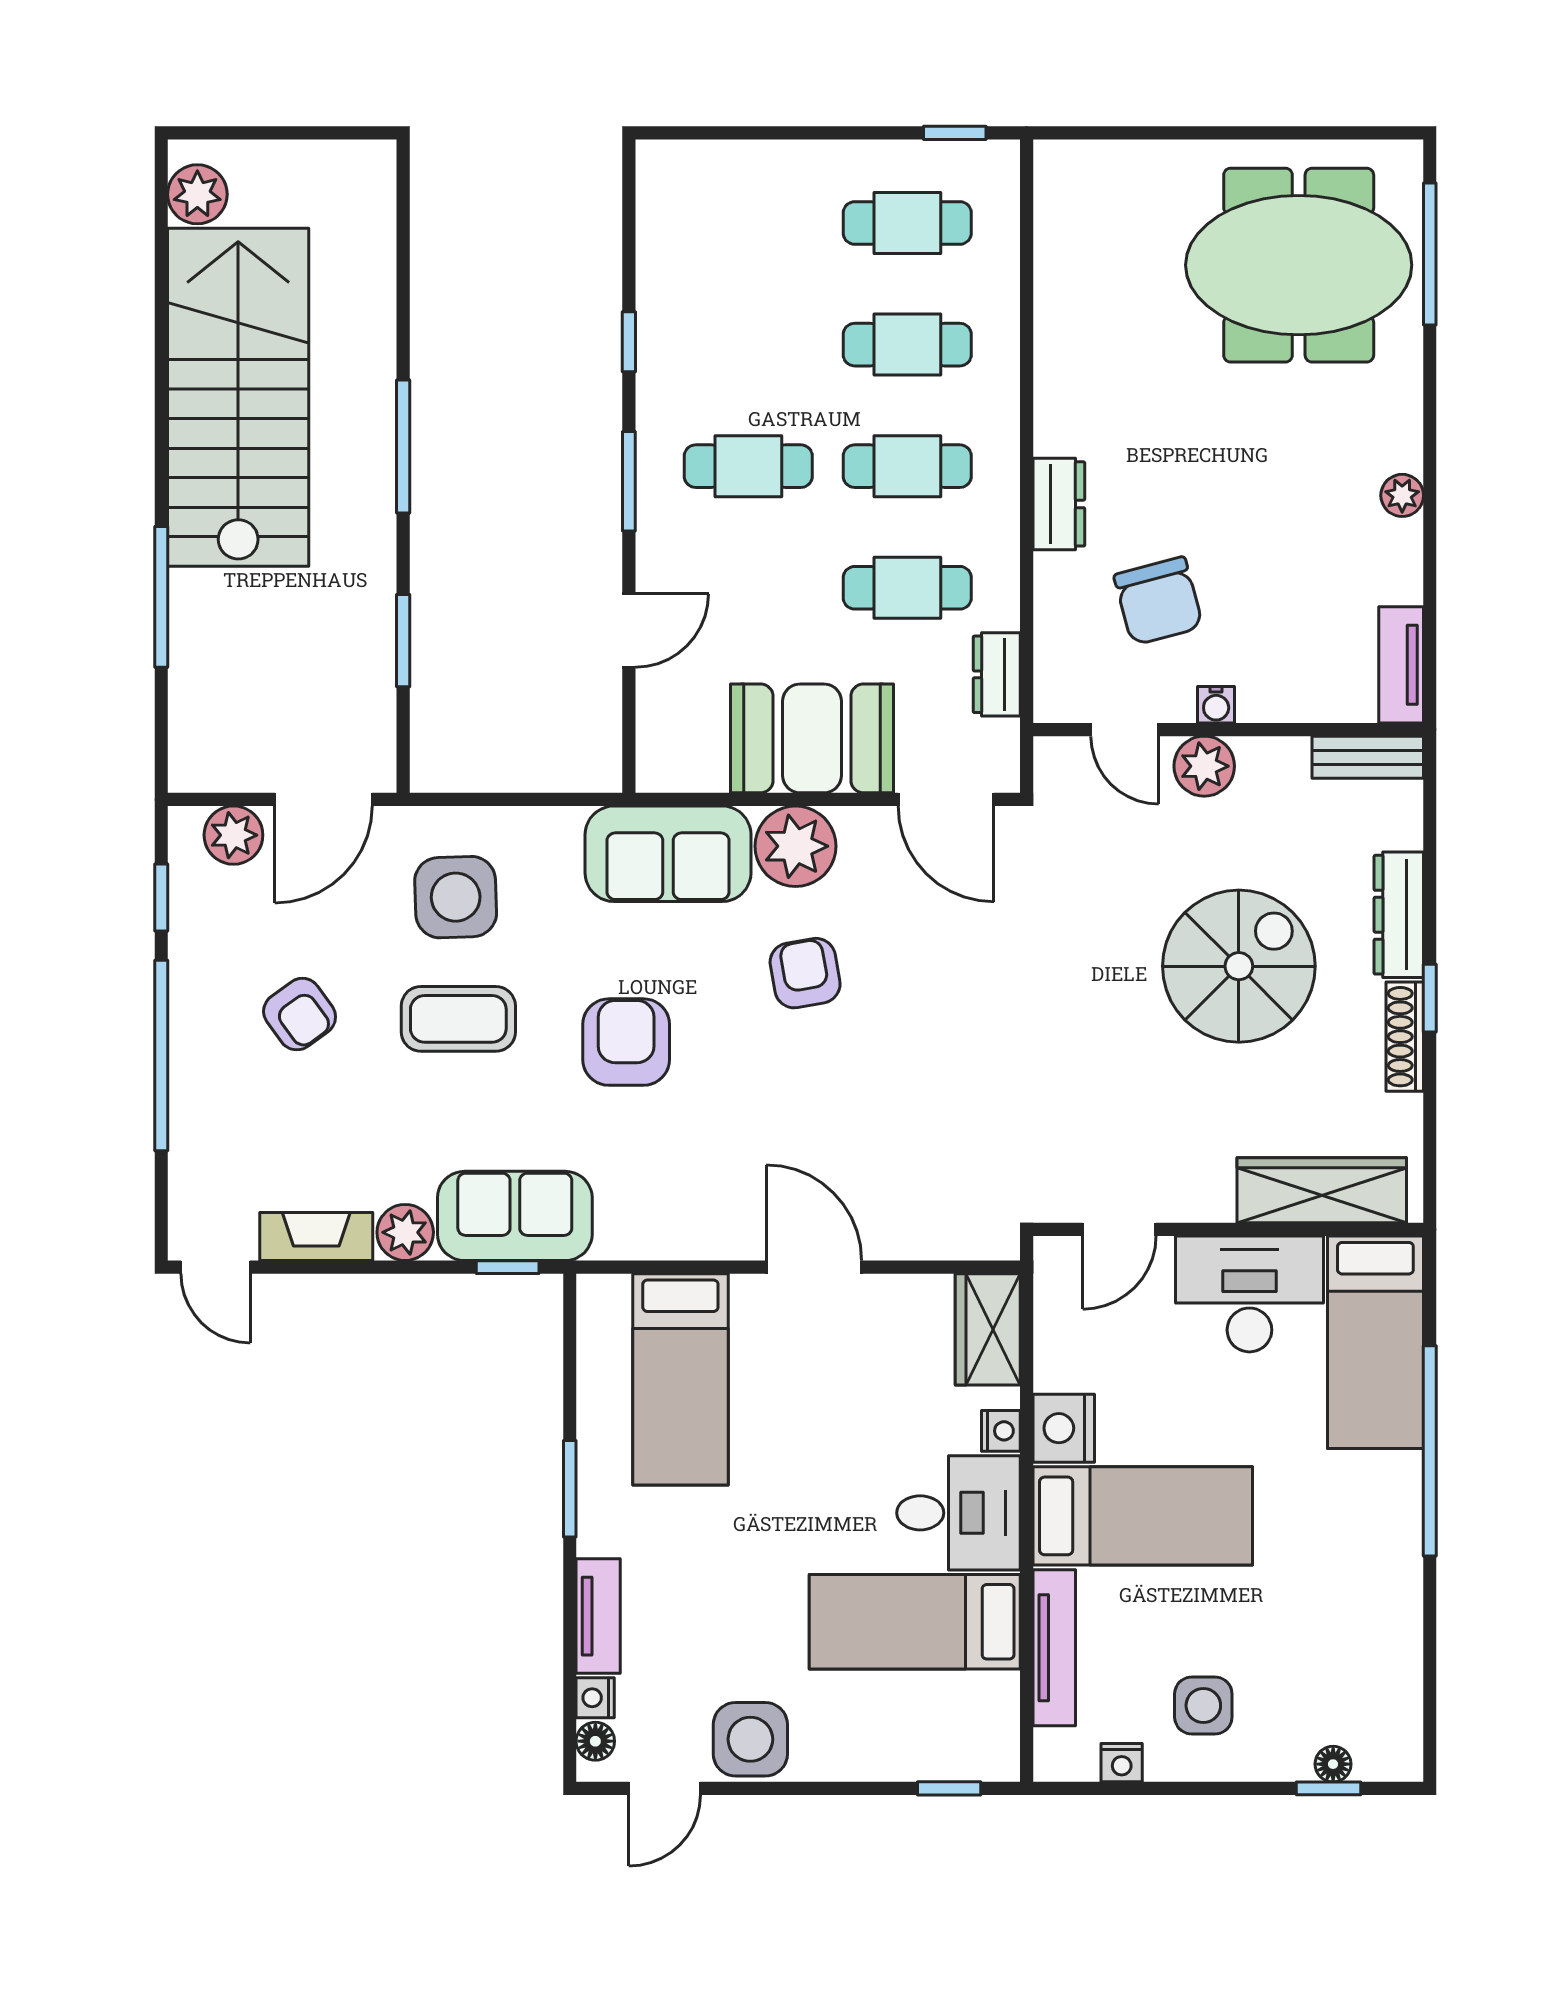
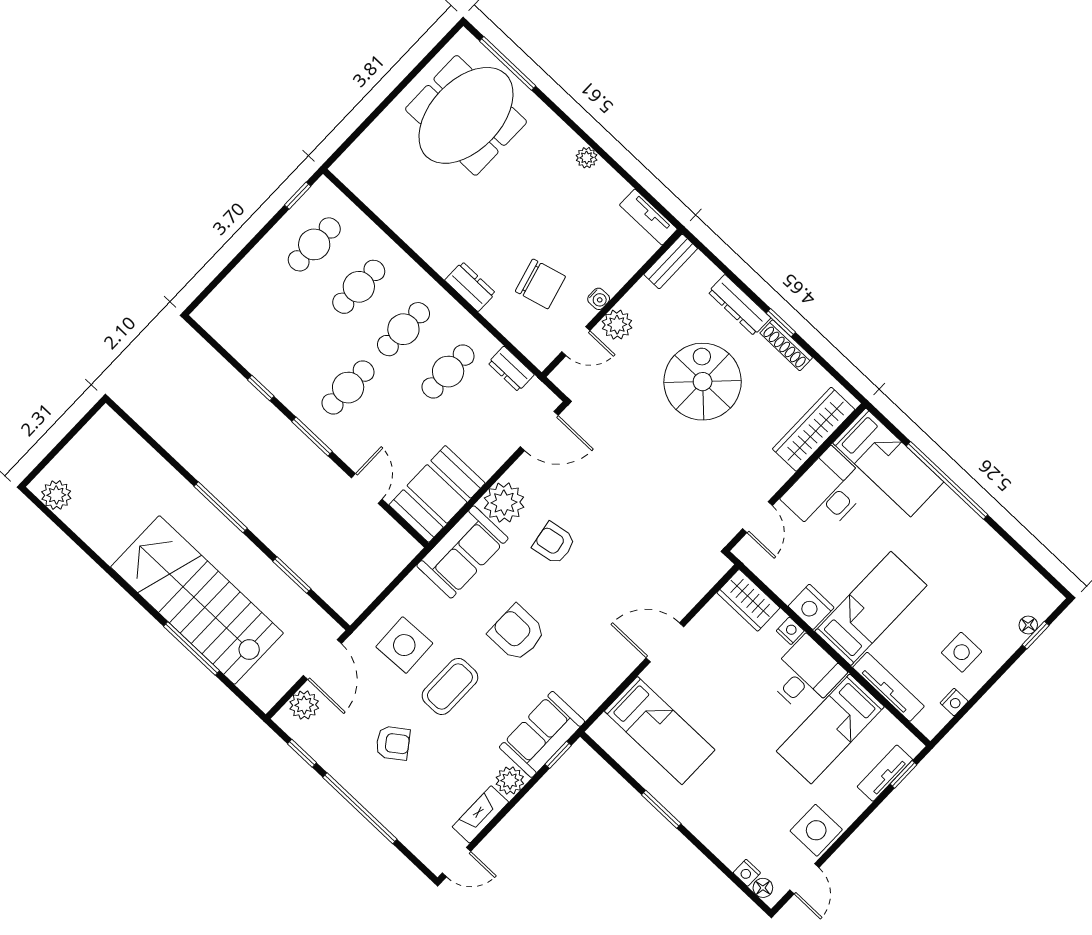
stairs: (238, 397) -> (197, 600), moved
booth: (812, 738) -> (437, 494), moved
tv unit: (598, 1616) -> (885, 773), moved, turned -90

